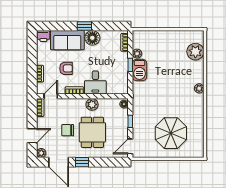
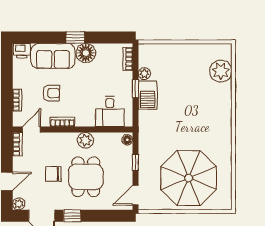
desk: (95, 82) -> (110, 111), moved
plant: (199, 88) -> (226, 119), removed
parasol: (171, 133) -> (189, 178), width x1.36, depth x1.36

